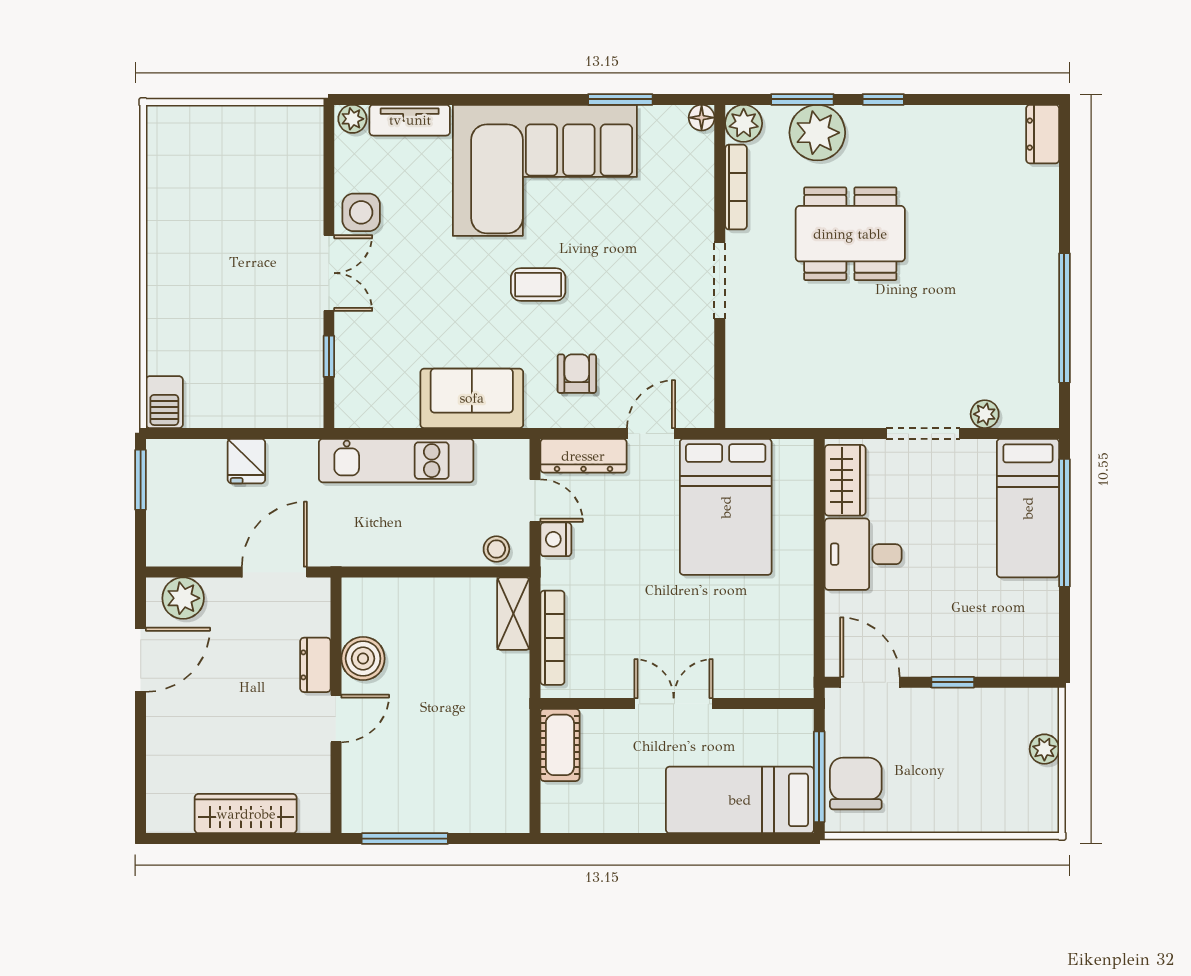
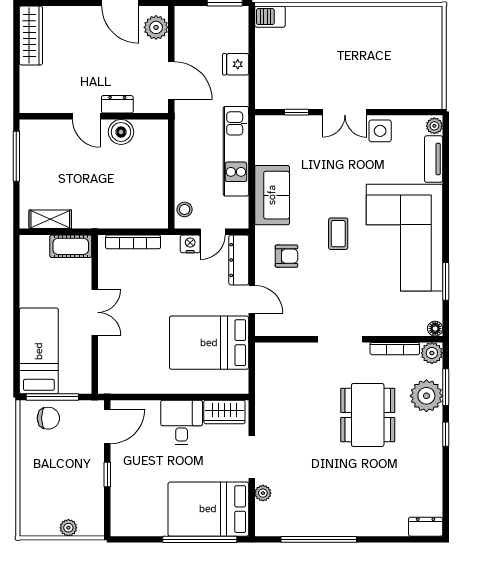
bed: (1028, 508) -> (208, 509), width x1.50
shelving: (513, 614) -> (50, 219), moved
chair: (856, 784) -> (48, 418), width x0.73, depth x0.73
wardrobe: (246, 814) -> (31, 35), moved

